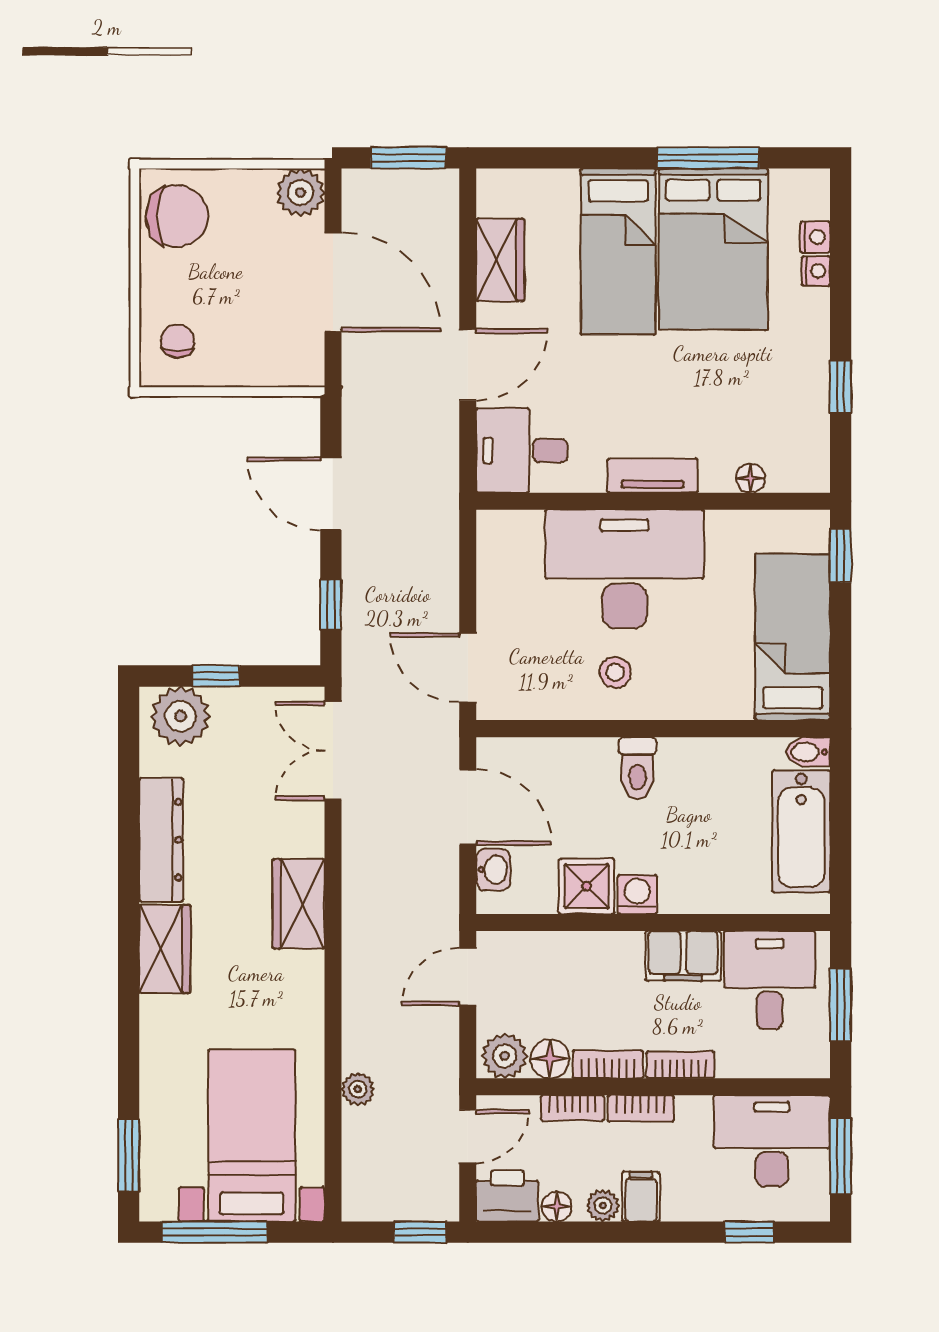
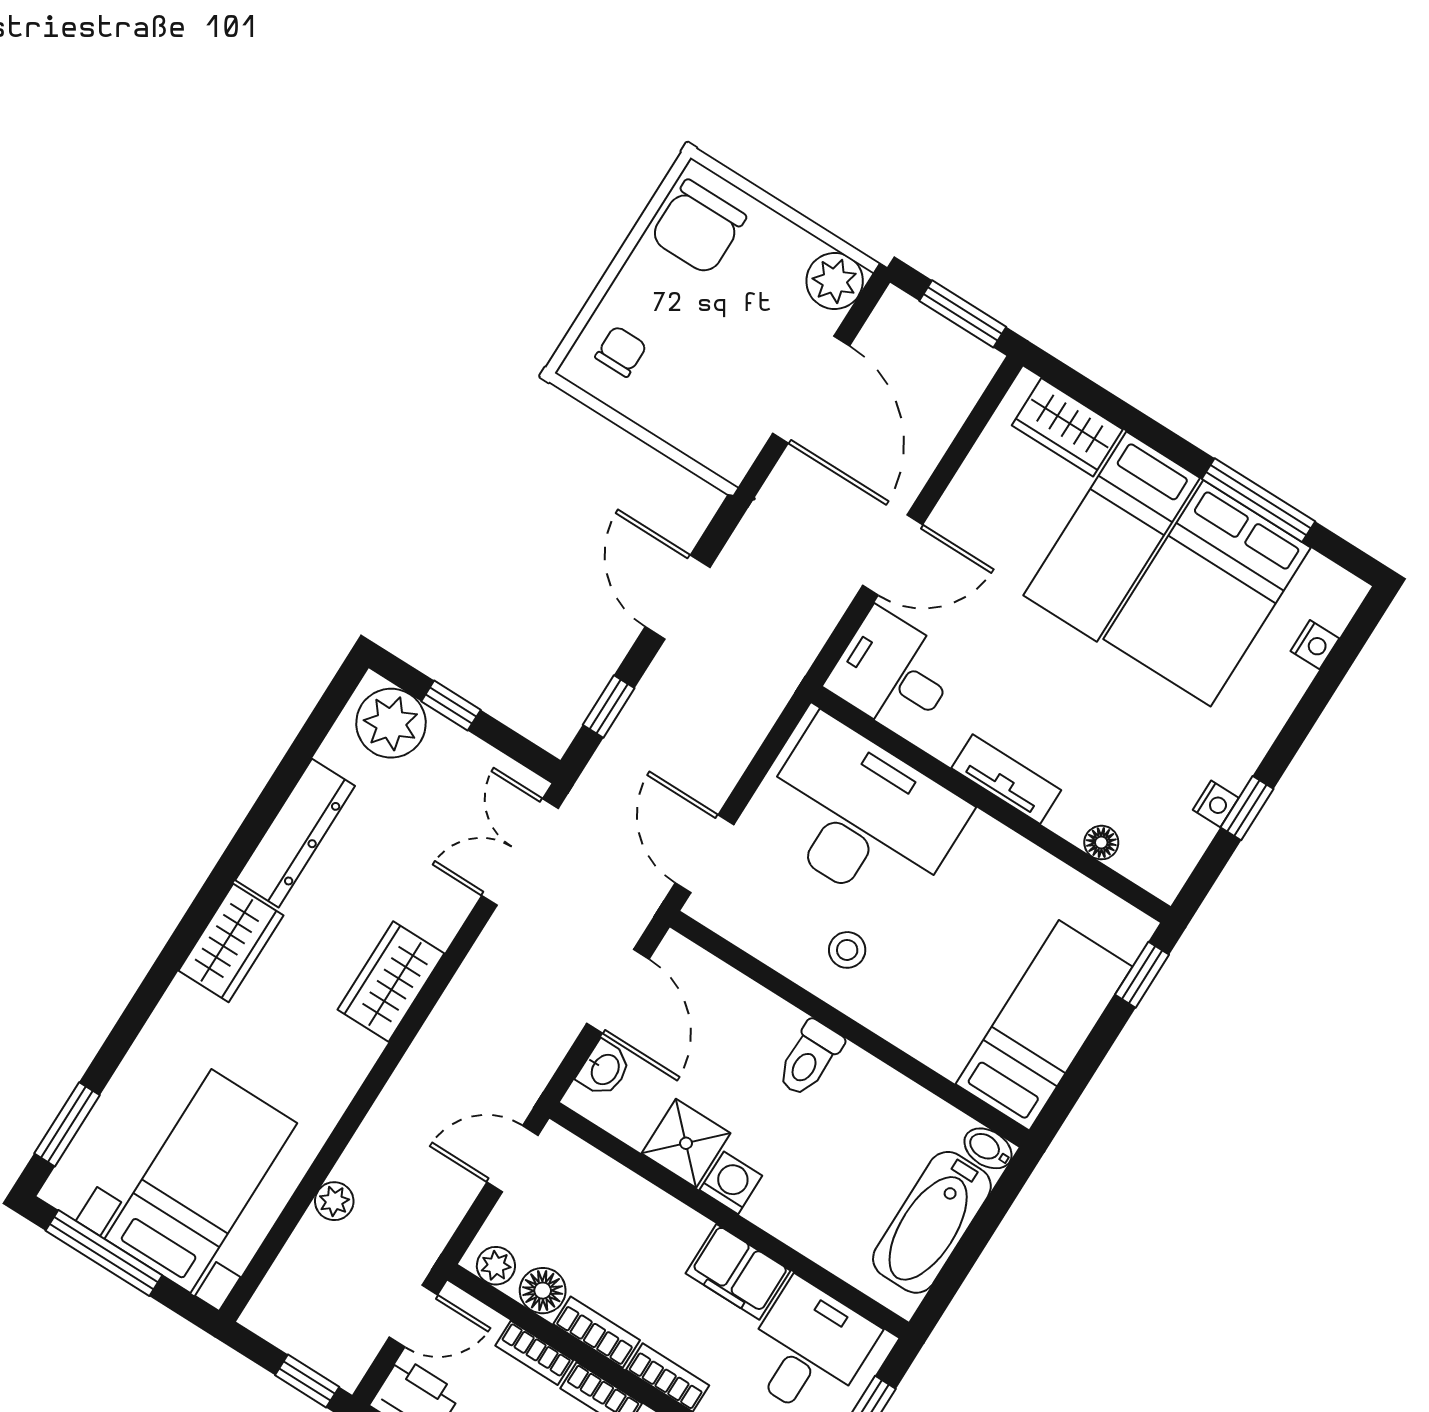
chair: (177, 216) -> (698, 227), turned 90
wardrobe: (500, 260) -> (1067, 427), moved, turned 90
nightstand: (816, 271) -> (1216, 804), moved
desk: (625, 569) -> (861, 816), moved
plant: (505, 1056) -> (496, 1266), width x0.73, depth x0.73

